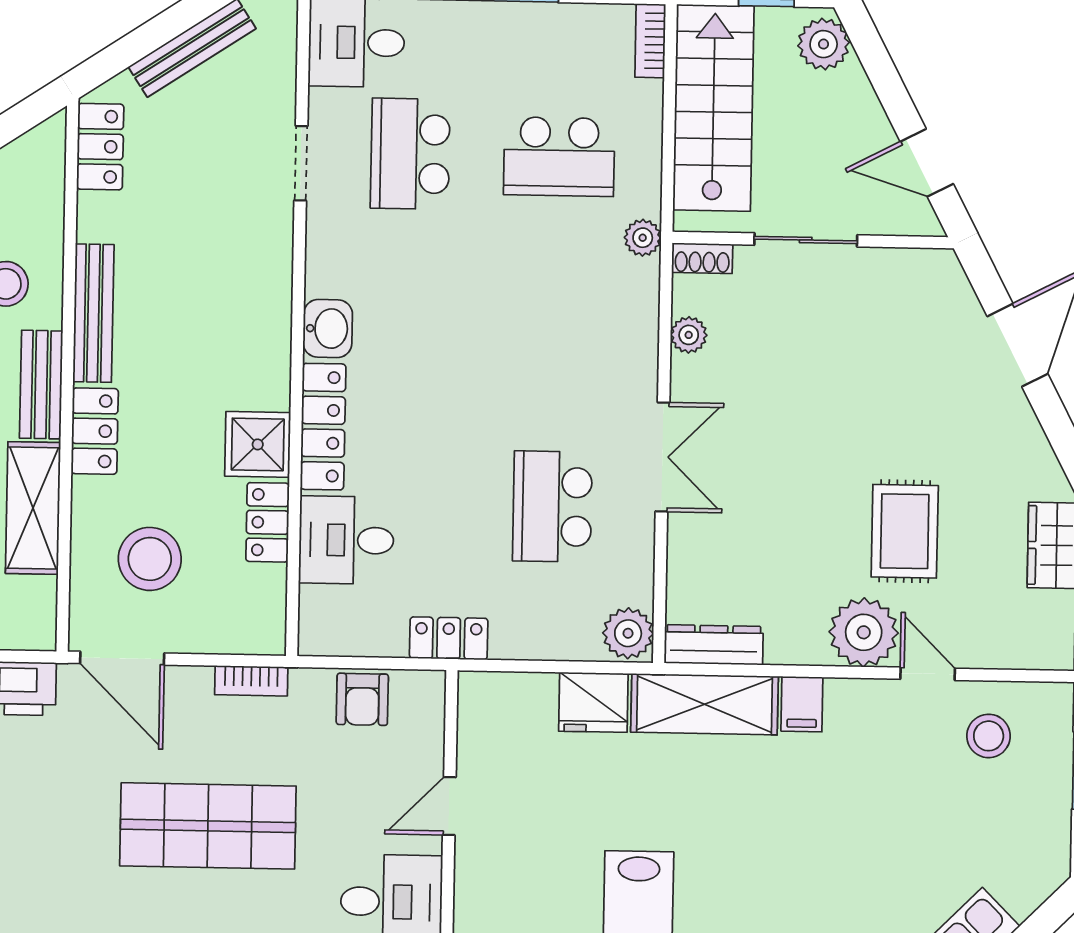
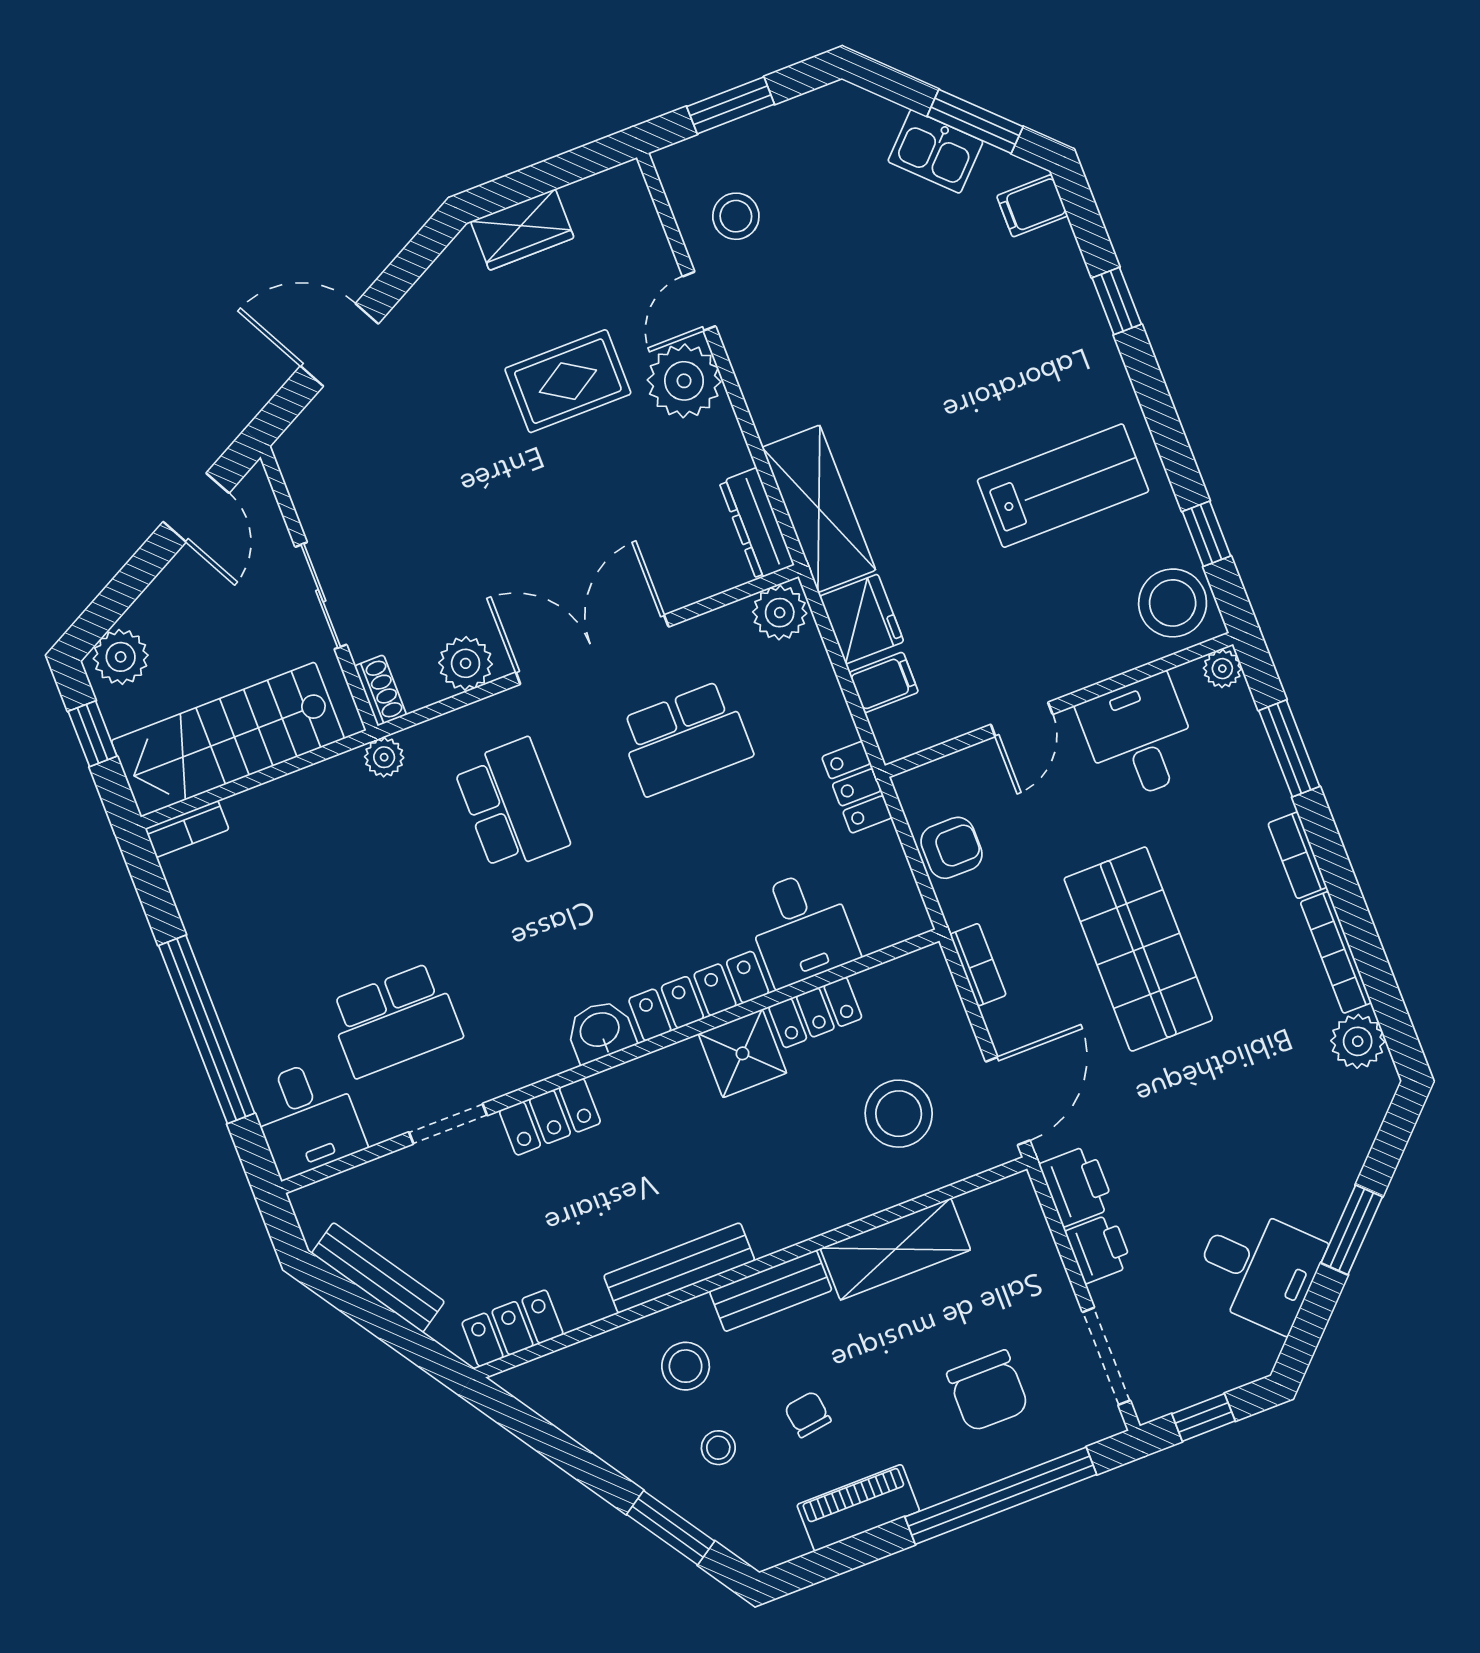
school desk: (559, 157) -> (512, 805), moved
plant: (689, 335) -> (466, 663), width x1.38, depth x1.38
locker: (95, 431) -> (550, 1117), moved, turned 180
double door: (662, 457) -> (592, 650), width x1.37
filing cabinet: (802, 704) -> (884, 682), moved
door: (449, 806) -> (1022, 719), hinge flipped

